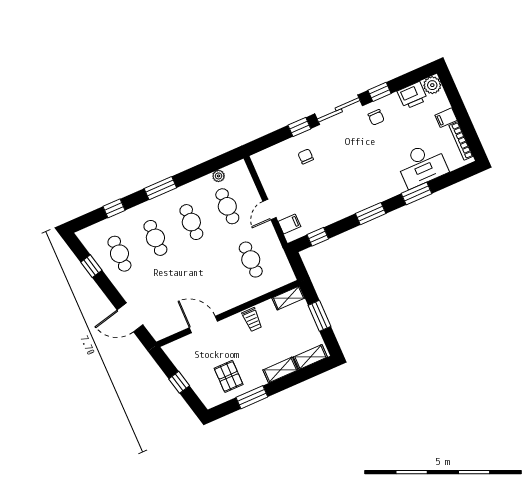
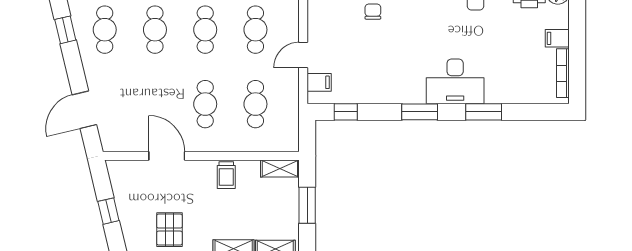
desk: (422, 165) -> (455, 81), moved
cafe table: (215, 275) -> (205, 104), added
door: (130, 317) -> (84, 110), hinge flipped

